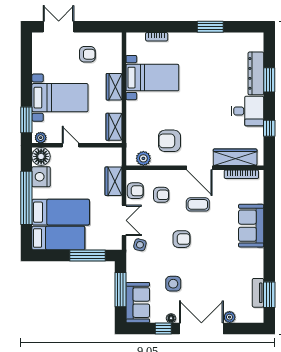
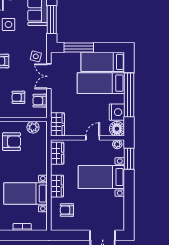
armchair: (87, 54) -> (67, 210), moved
door: (70, 145) -> (93, 138), swing flipped
wardrobe: (113, 181) -> (57, 124), moved

